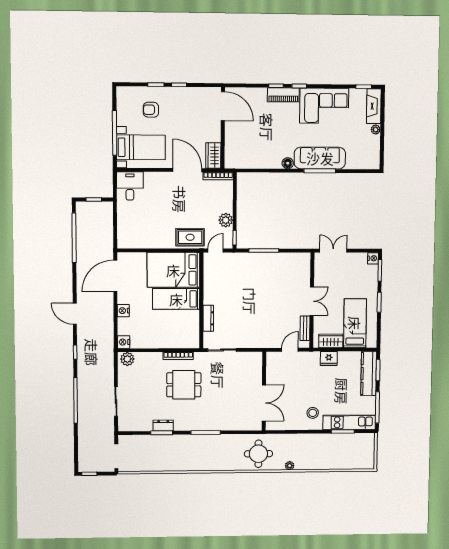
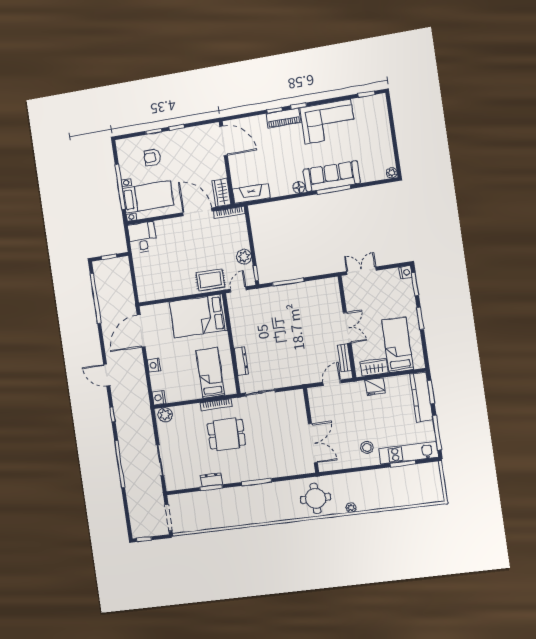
fireplace: (374, 106) -> (251, 194), moved, turned 90
plant: (376, 130) -> (392, 173), moved
bed: (176, 299) -> (210, 373), moved, turned 90

